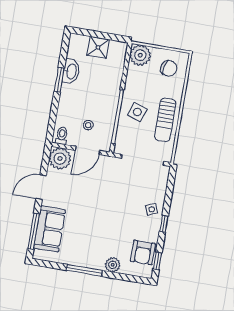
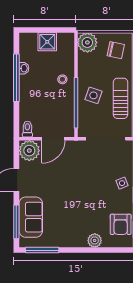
washbasin: (71, 71) -> (24, 68), width x0.52, depth x0.69
window: (59, 80) -> (16, 78), width x2.11
sun lounger: (165, 120) -> (121, 98), turned 180
stool: (88, 125) -> (62, 79), moved
window: (84, 270) -> (42, 250), moved

